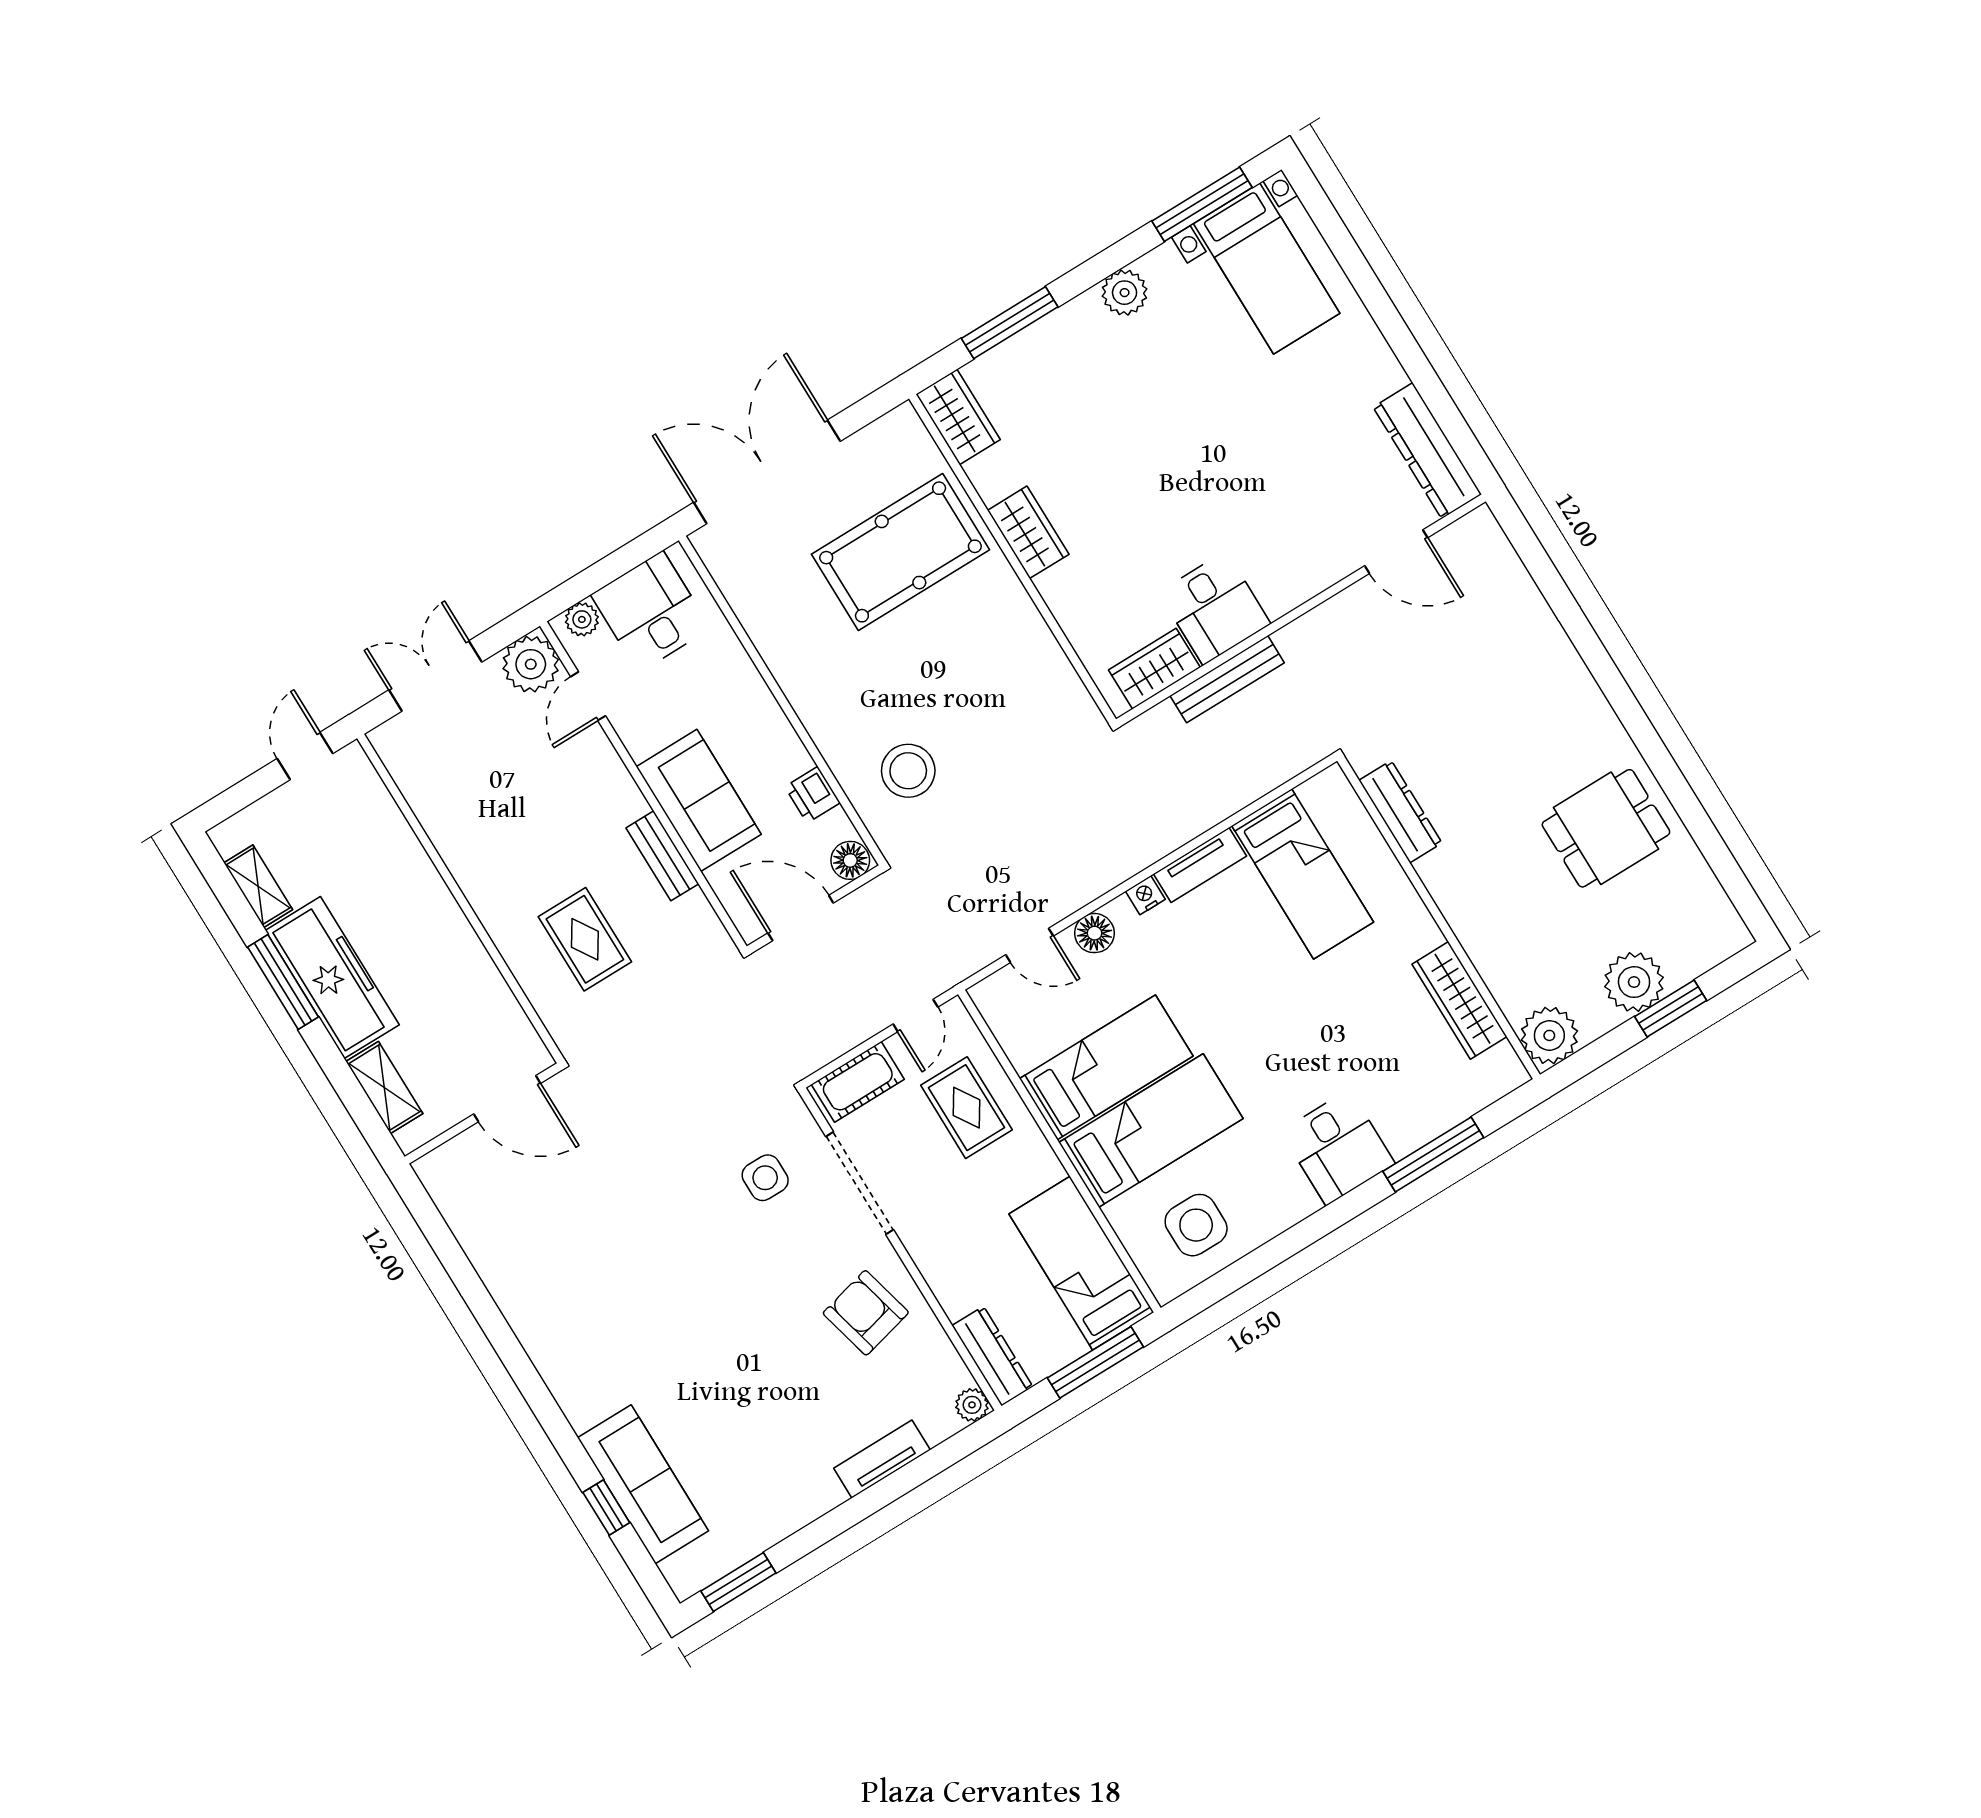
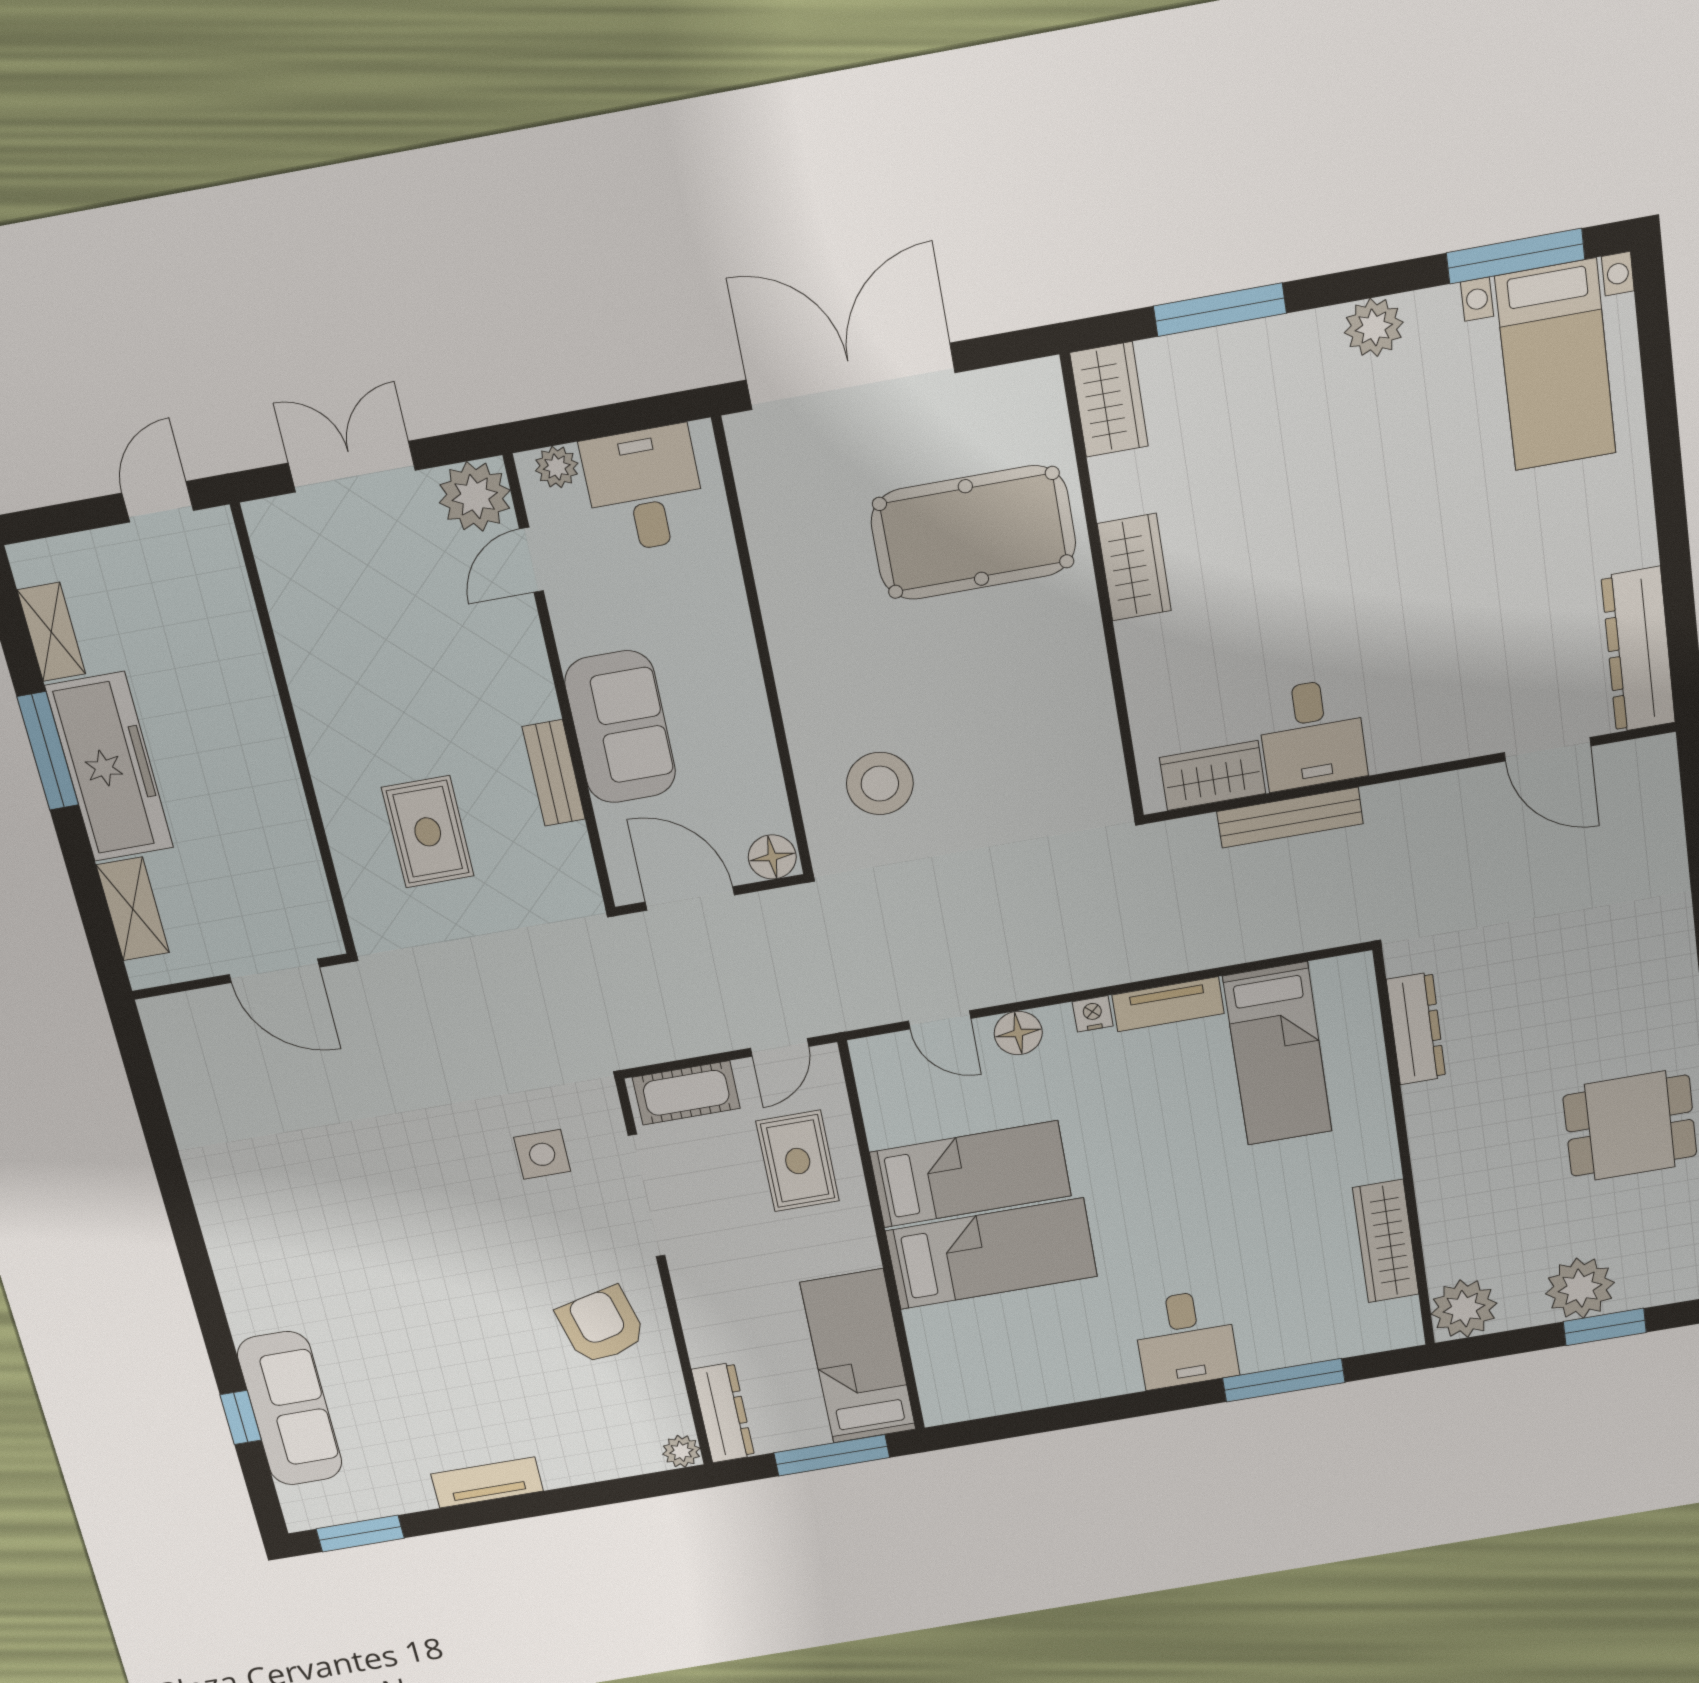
printer: (812, 795) -> (757, 769), removed
side table: (1196, 1225) -> (999, 1362), removed
tv unit: (882, 1459) -> (487, 1483), moved

